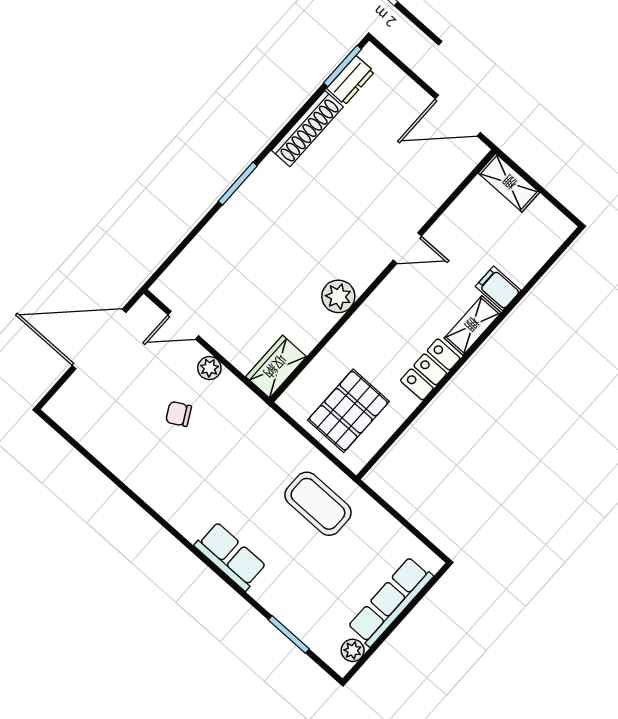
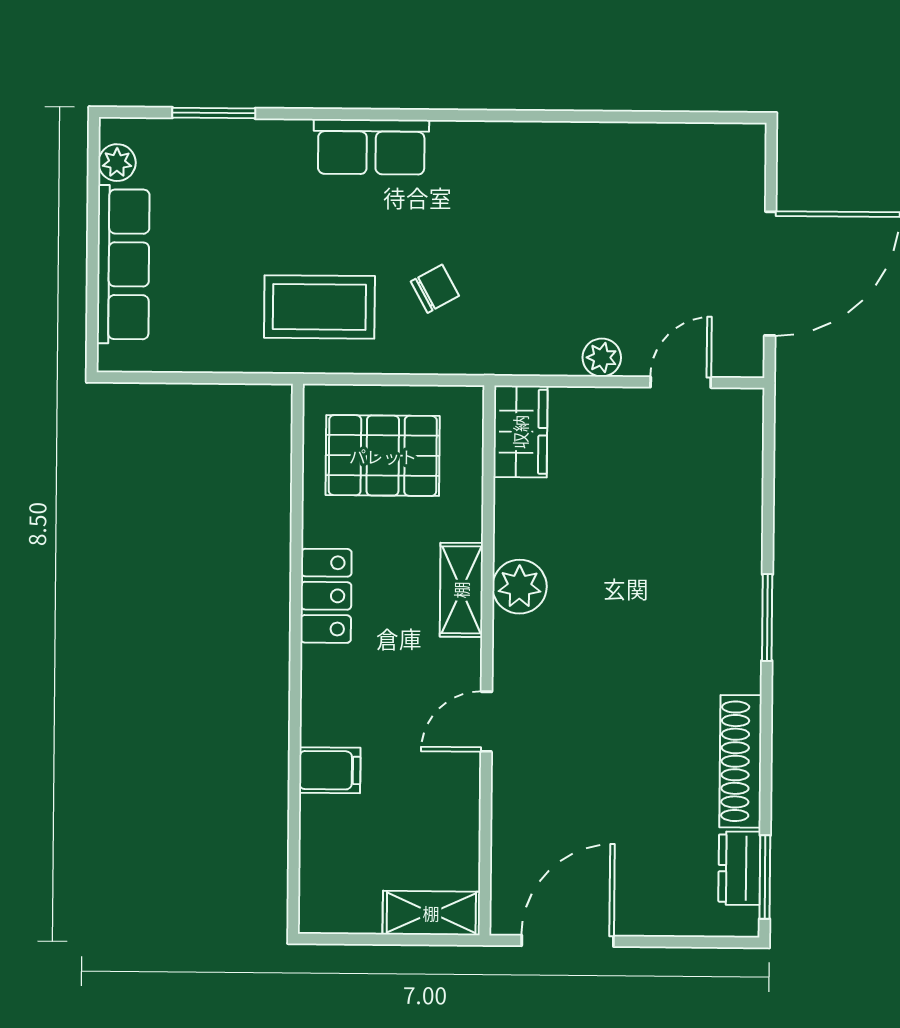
shelving: (473, 325) -> (461, 590), moved
pallet: (348, 411) -> (383, 456), turned 90
chair: (179, 414) -> (435, 289), moved

